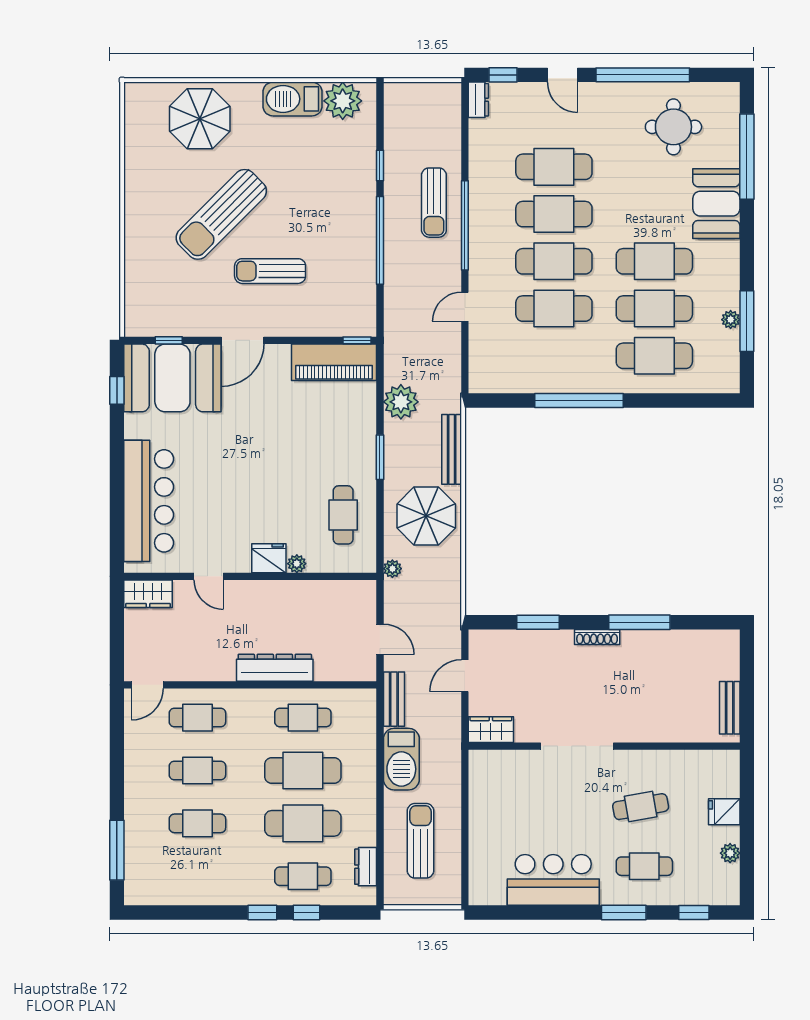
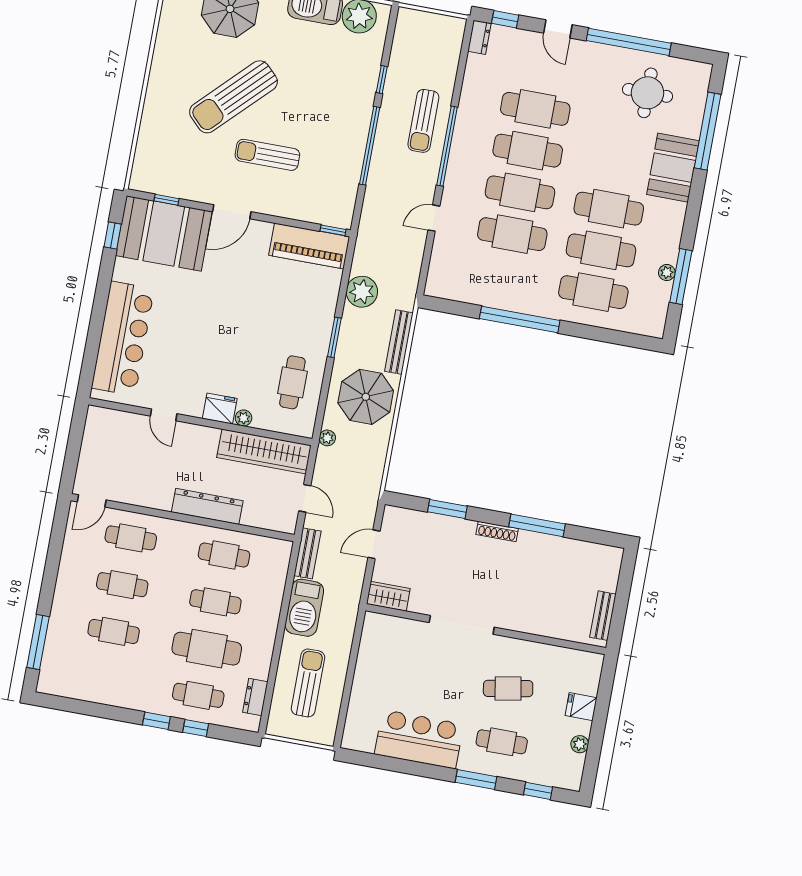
wardrobe: (148, 594) -> (264, 451), moved, width x2.10, depth x1.17
cafe table: (303, 770) -> (215, 602), width x0.73, depth x0.74

